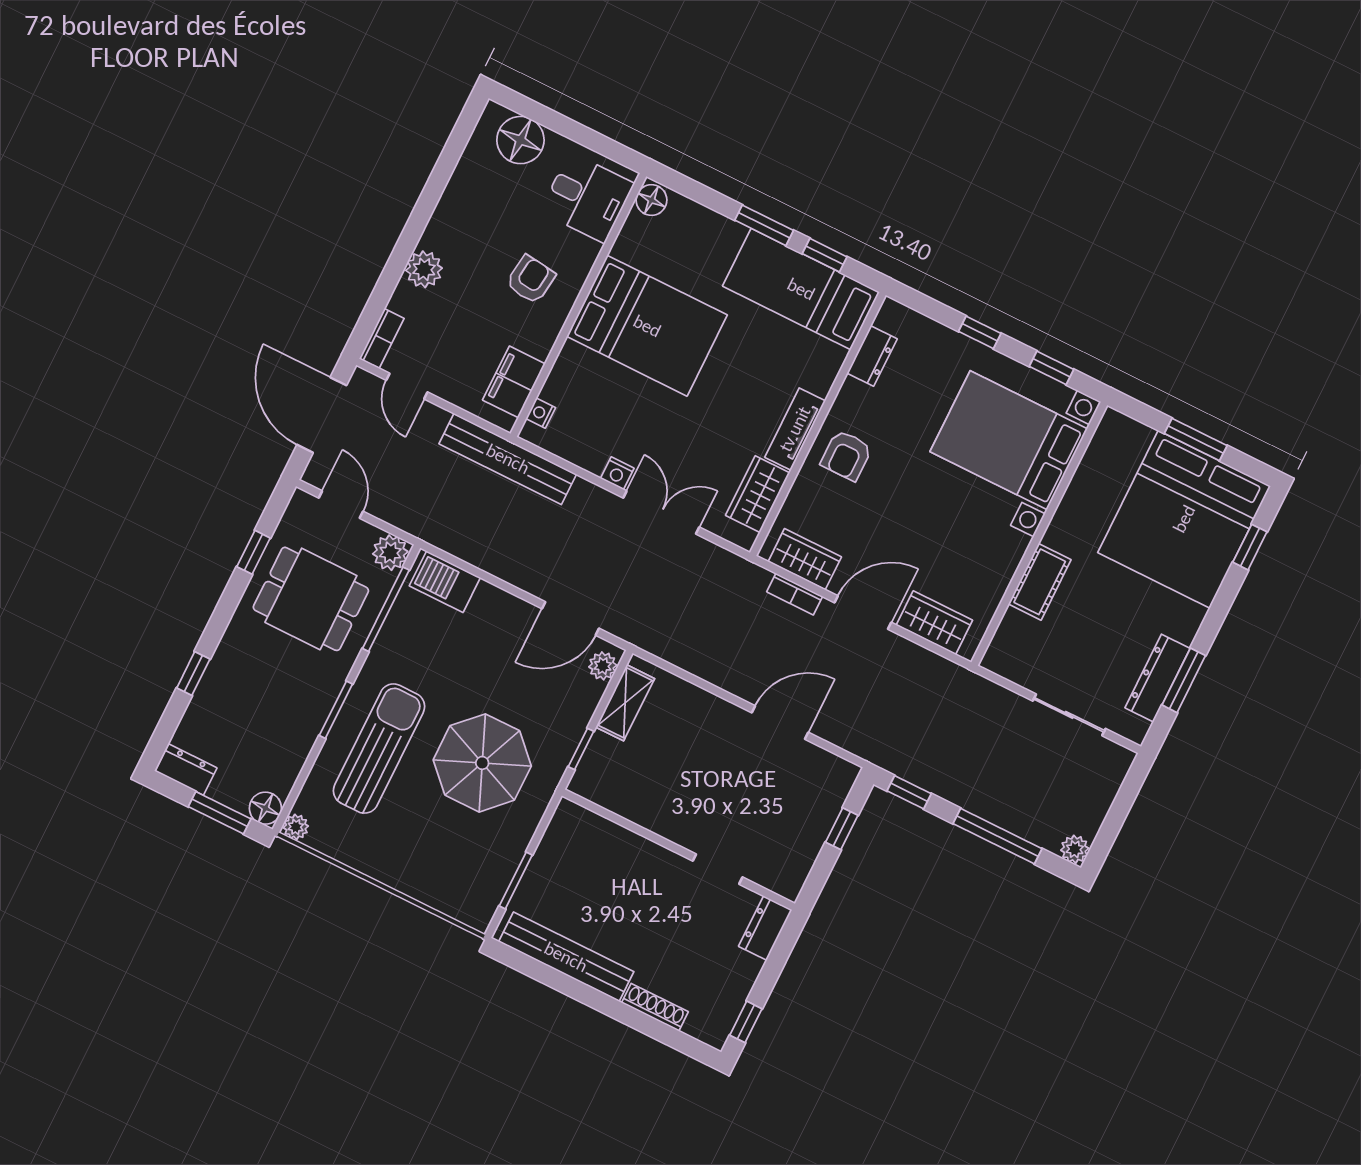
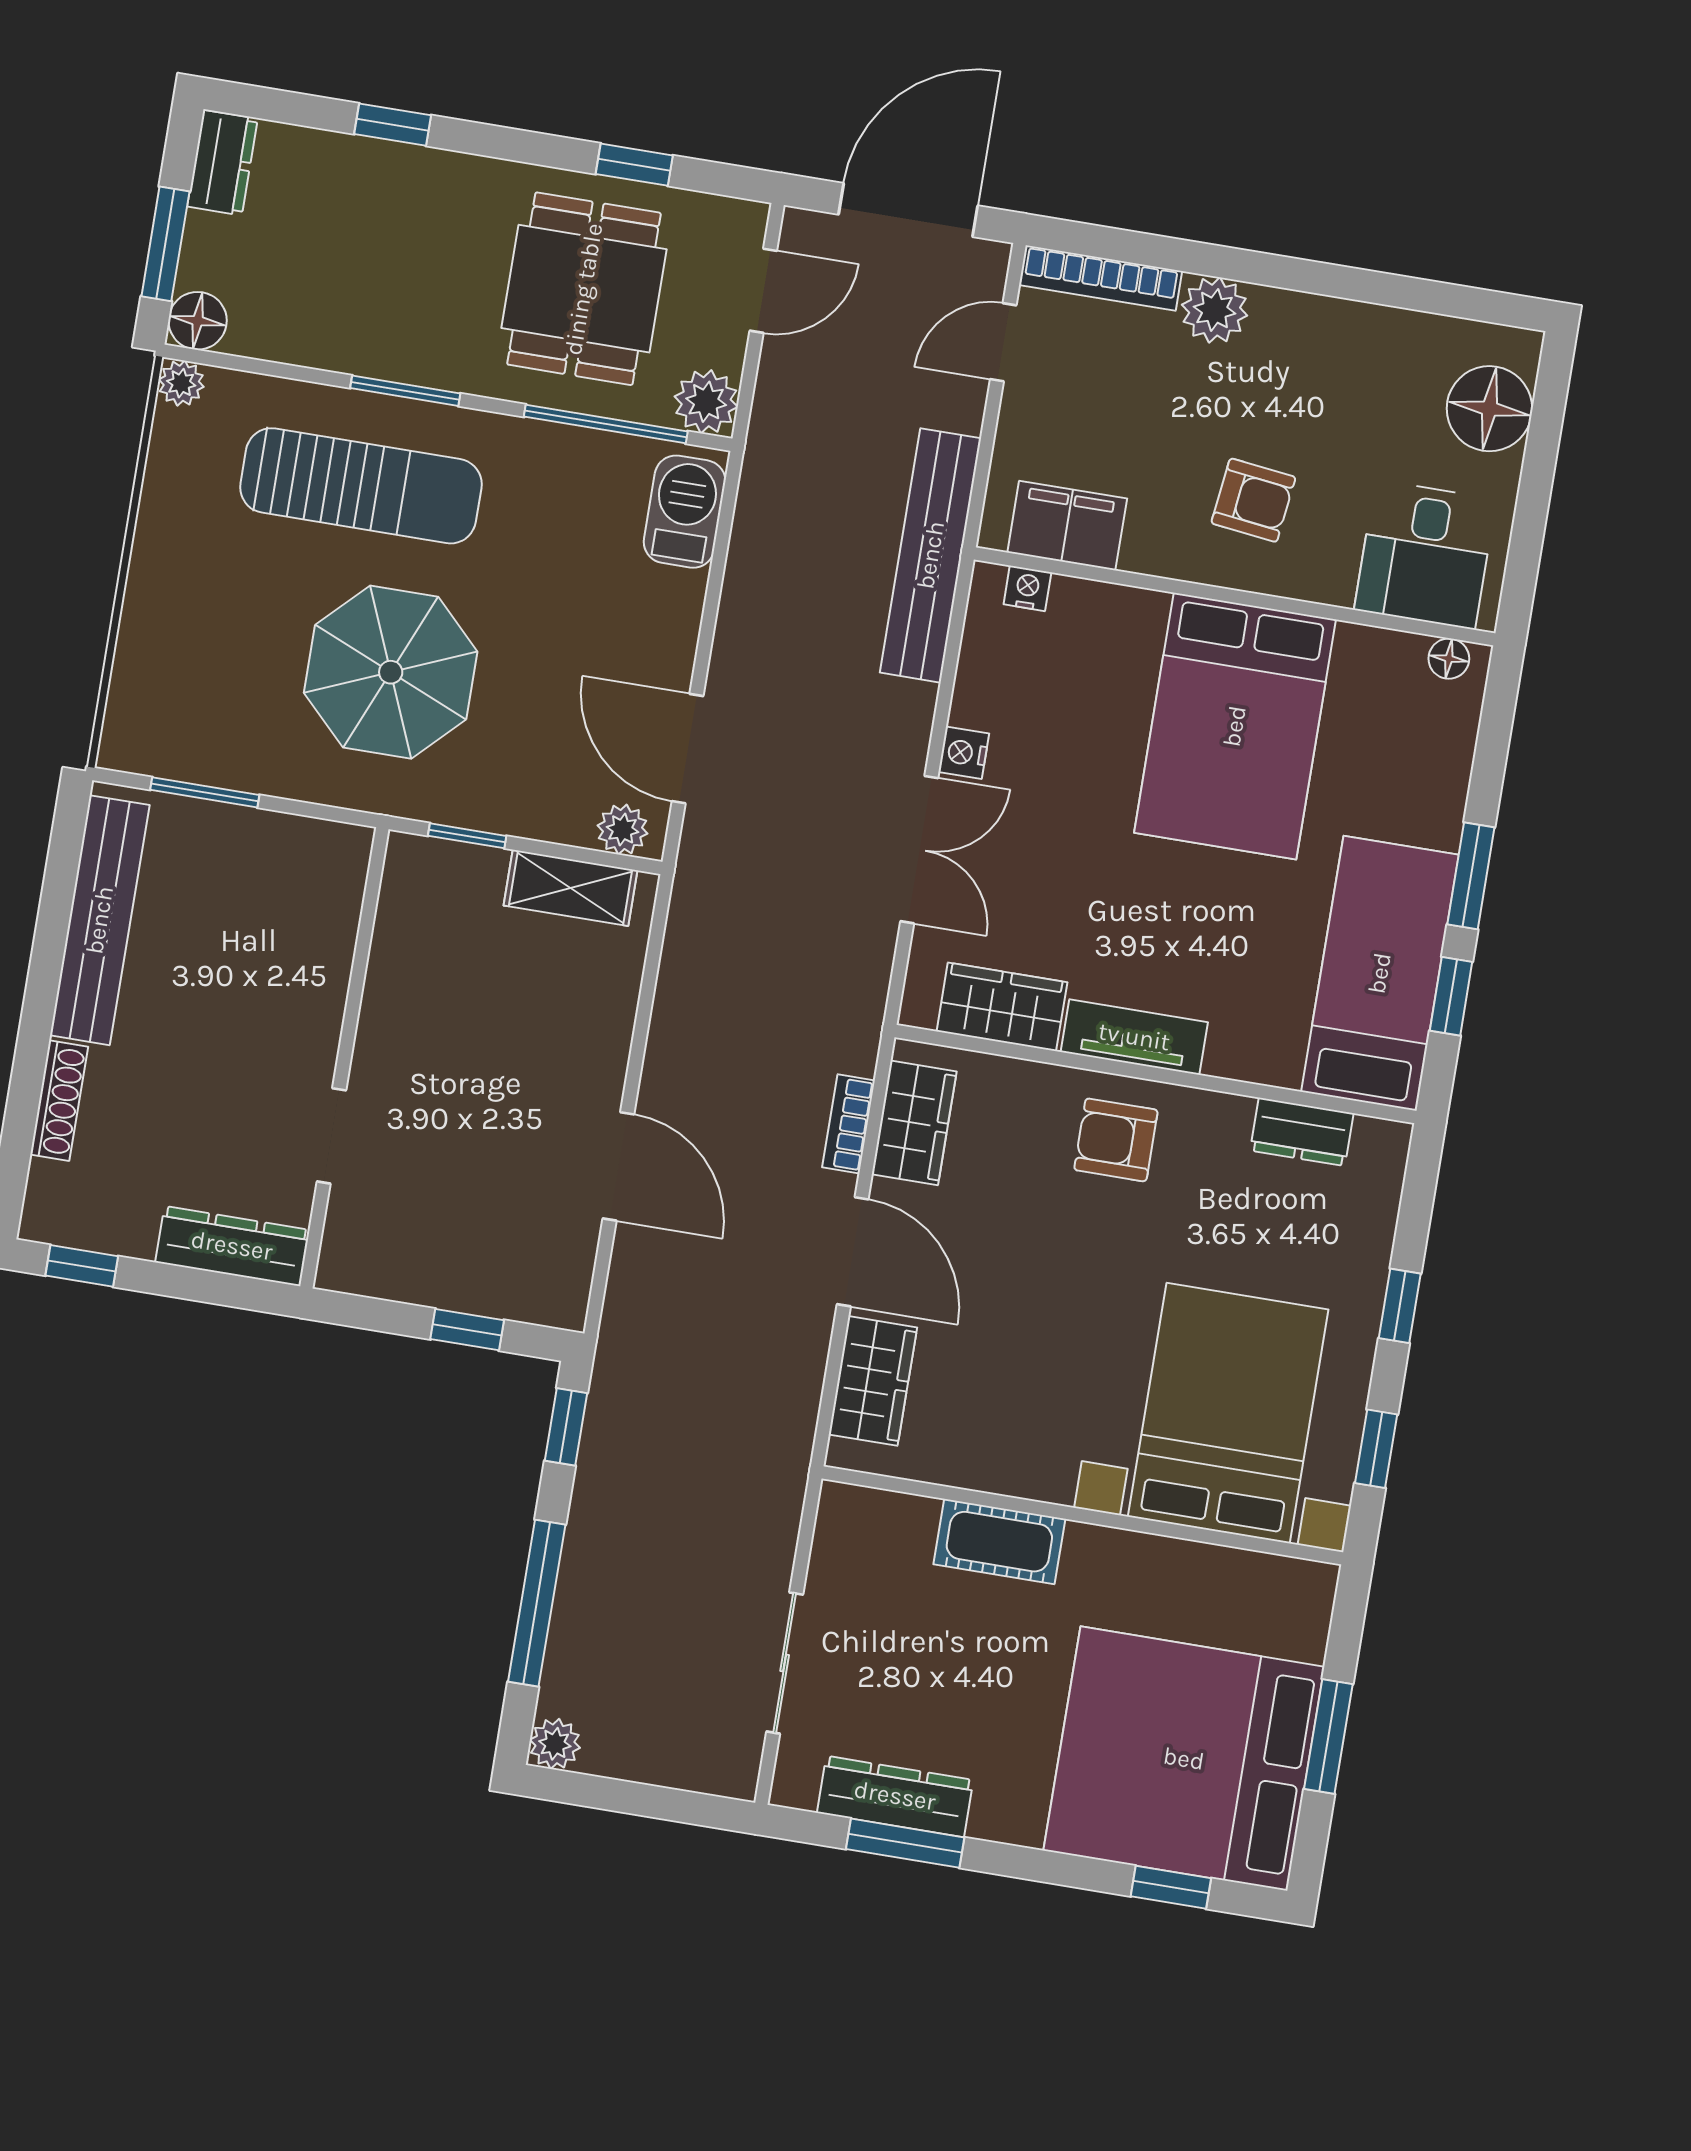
floor lamp: (651, 200) -> (1449, 659), width x0.73, depth x0.73
bookcase: (382, 338) -> (1101, 278), width x1.56
dresser: (765, 928) -> (232, 1246), width x1.44

